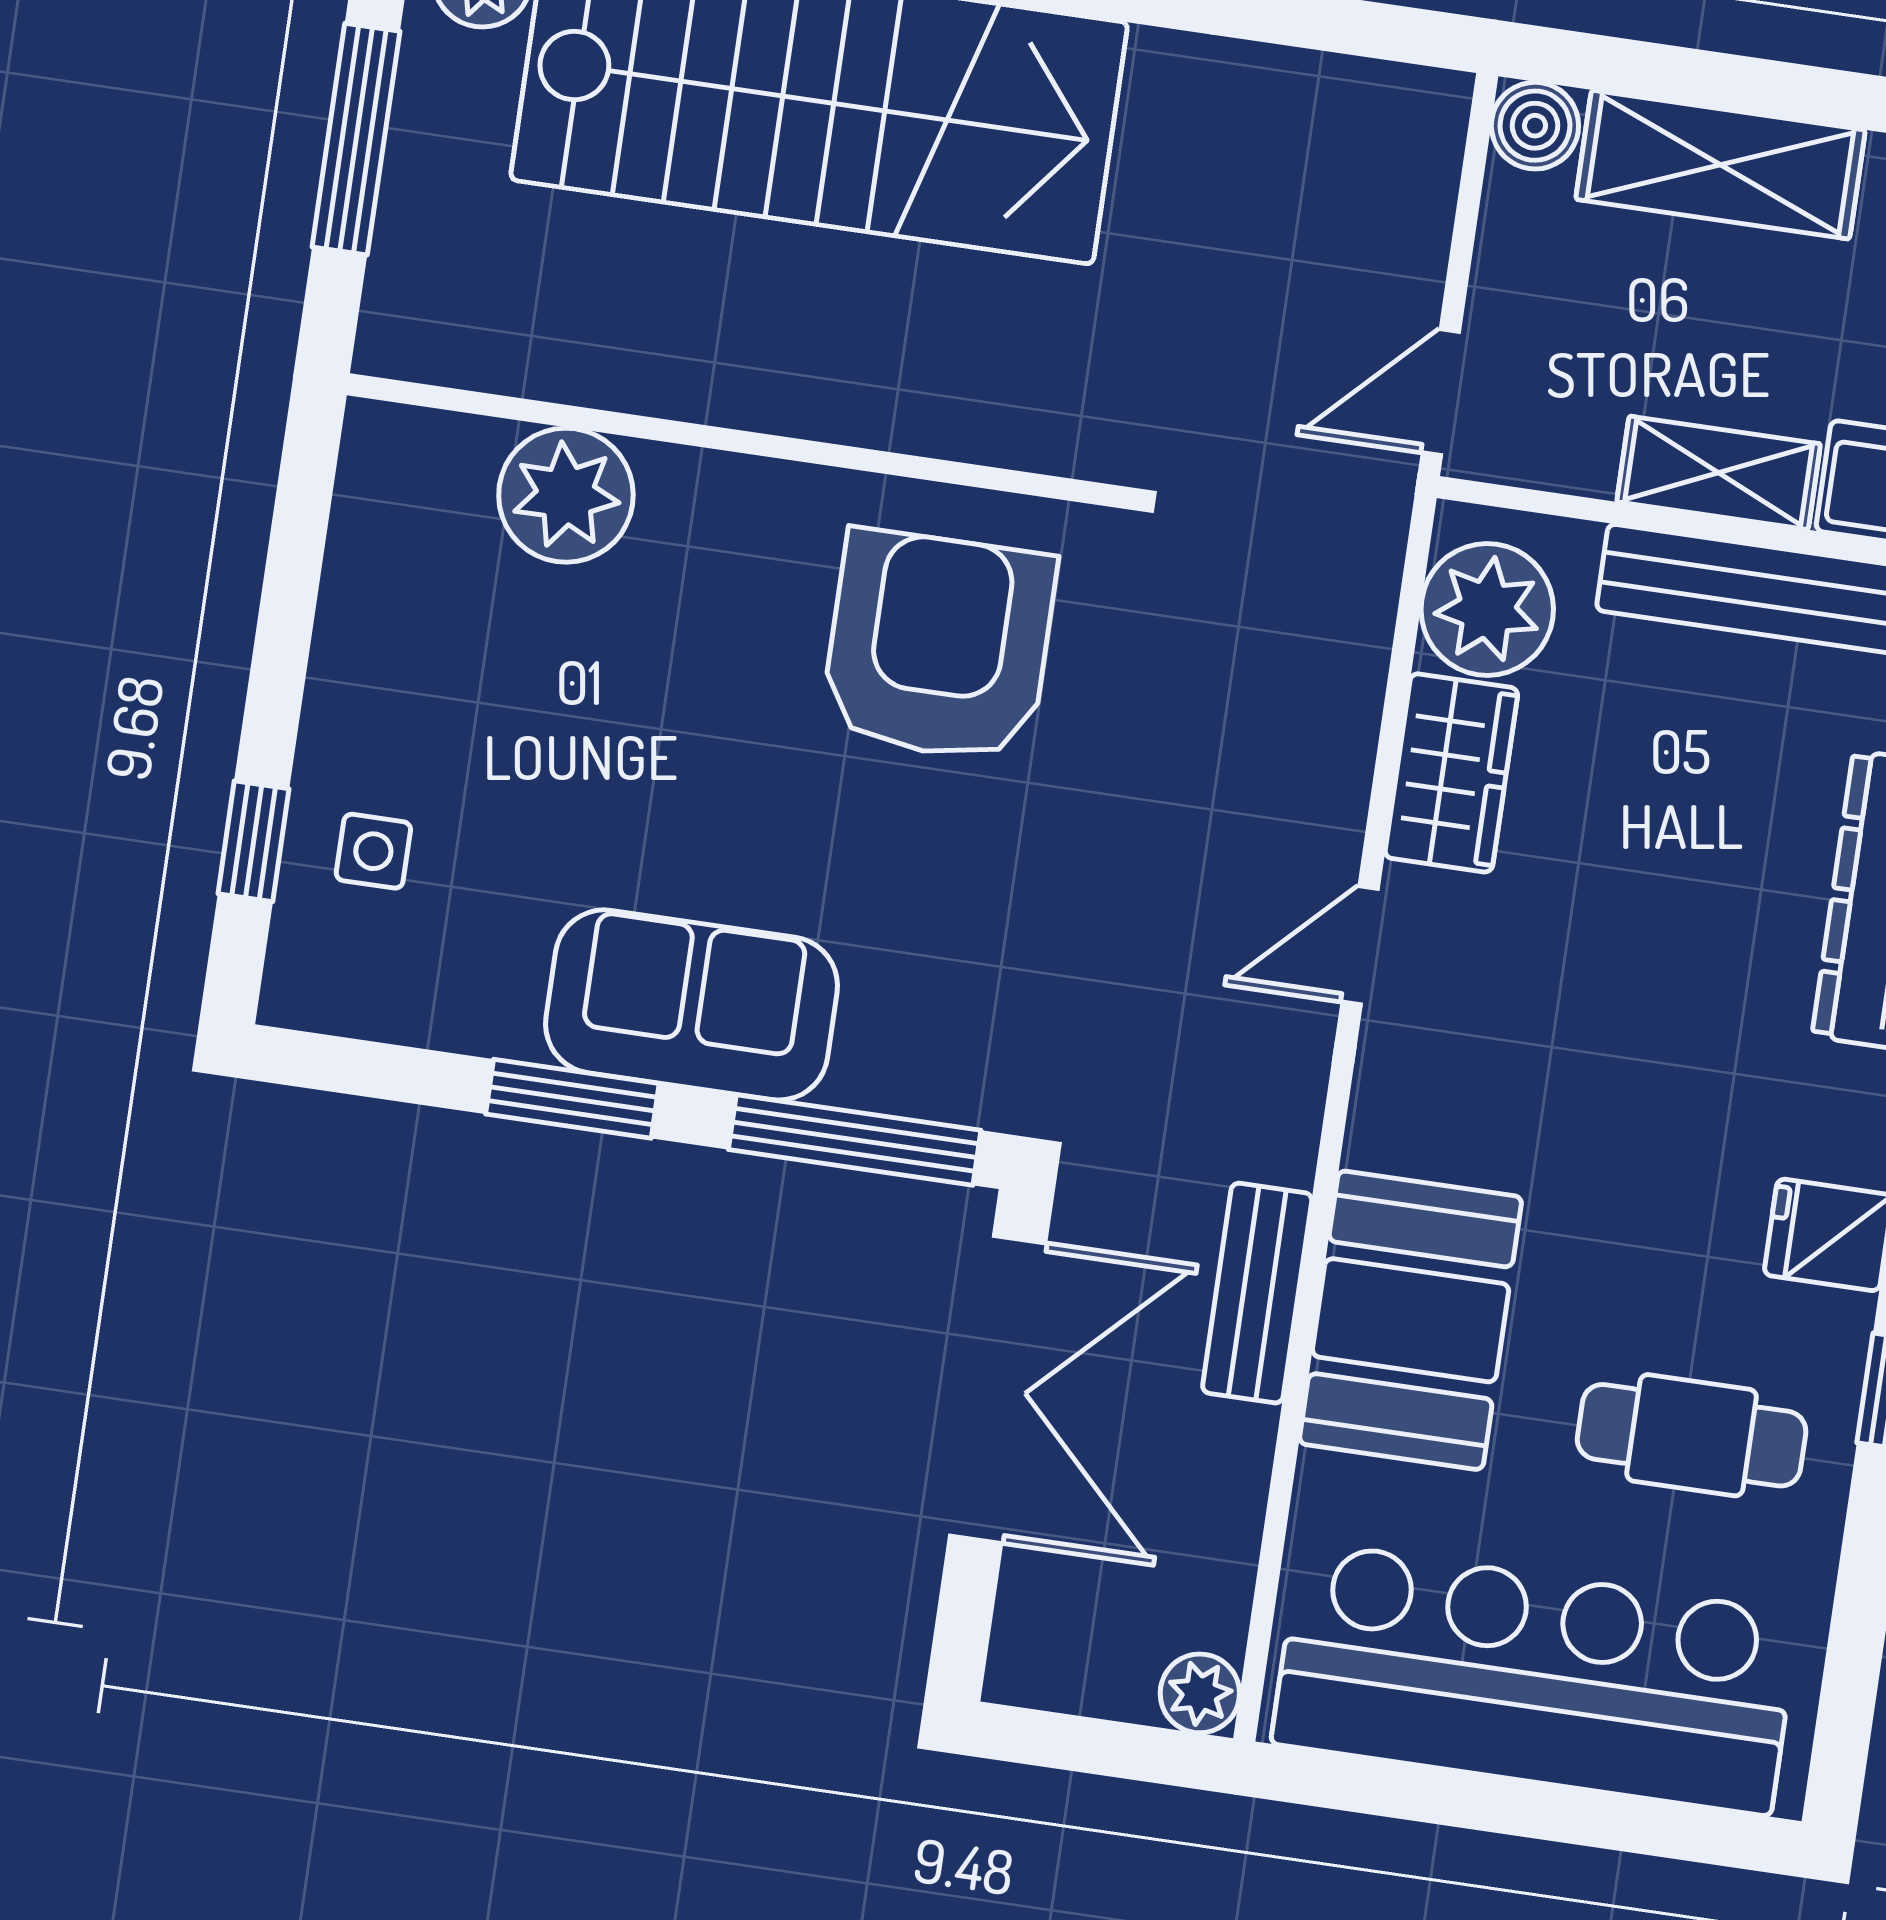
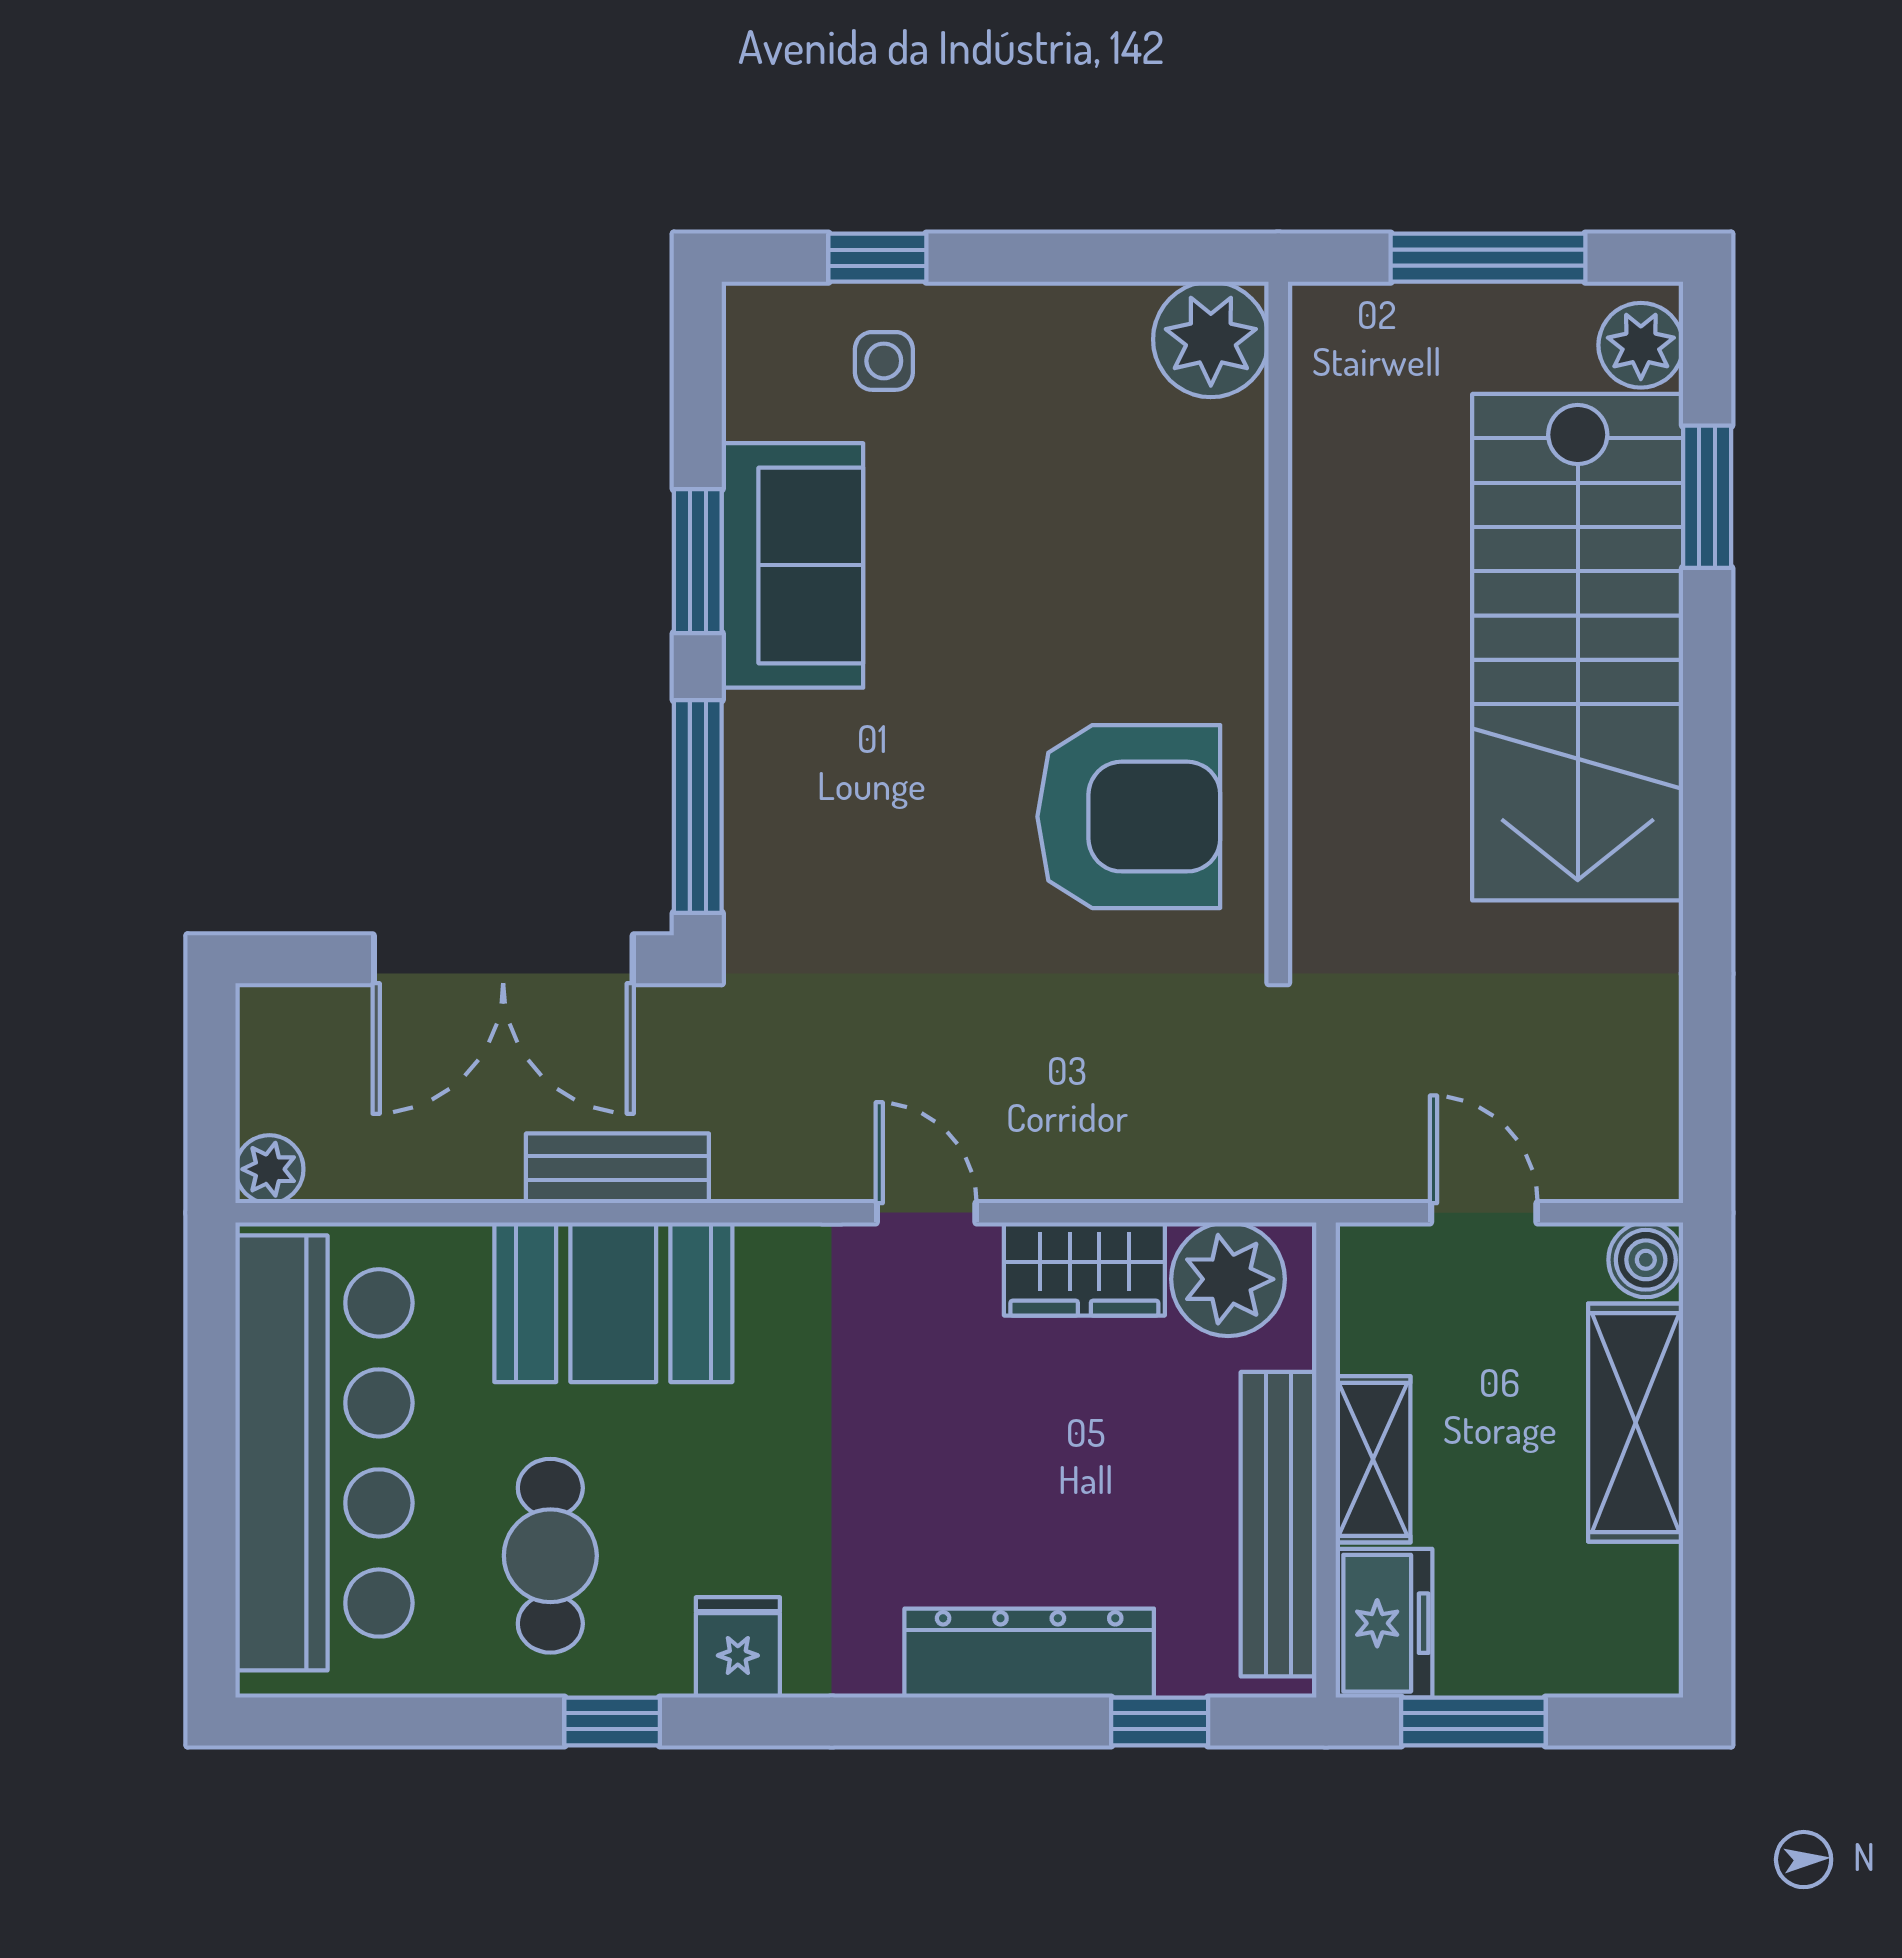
door: (1441, 392) -> (1484, 1213), moved
plant: (566, 495) -> (1211, 339), moved
sofa: (692, 1005) -> (792, 565), moved

